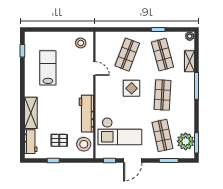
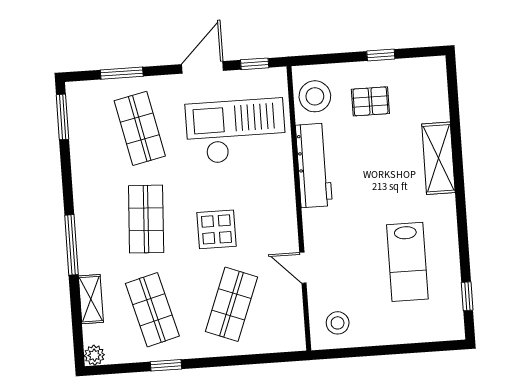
plant: (186, 141) -> (87, 119), removed
workbench: (31, 142) -> (434, 94), removed

